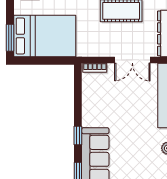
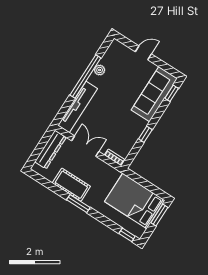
window: (78, 136) -> (145, 134), moved

